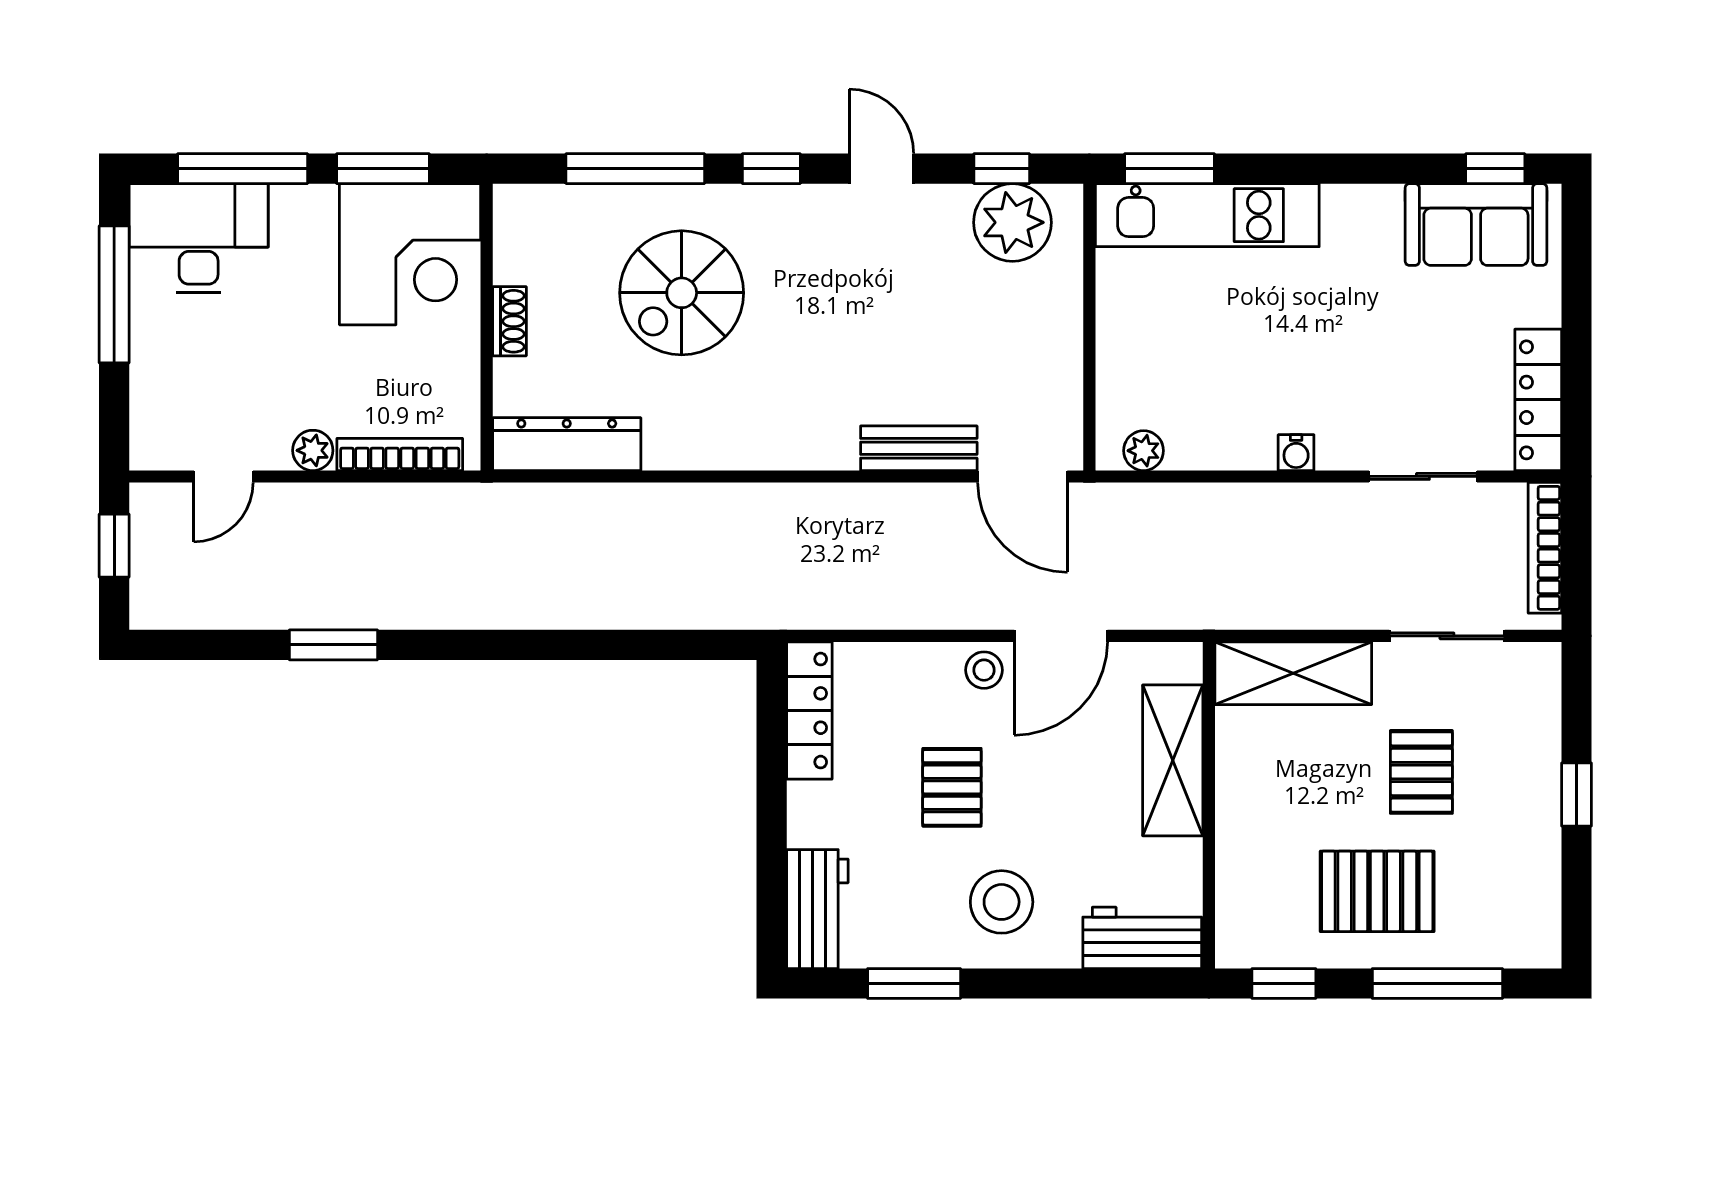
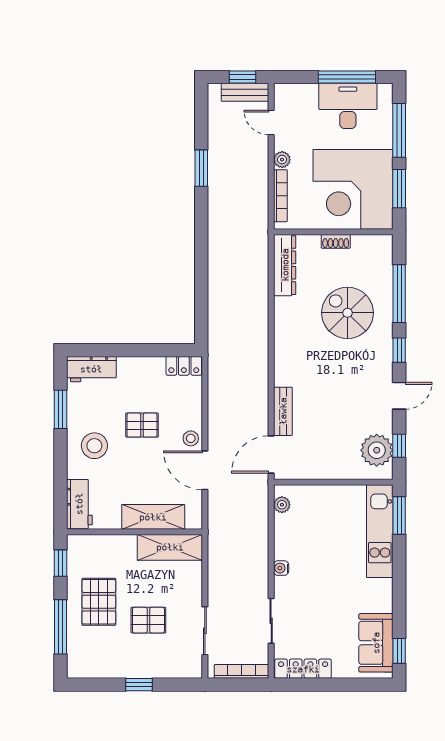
desk: (199, 238) -> (348, 106), moved, turned -90
corner desk: (410, 254) -> (353, 189), width x1.36, depth x1.36
bench: (151, 540) -> (245, 92), added
shelving: (1293, 673) -> (170, 547), moved, turned 90
locker: (809, 711) -> (184, 366), width x0.66

